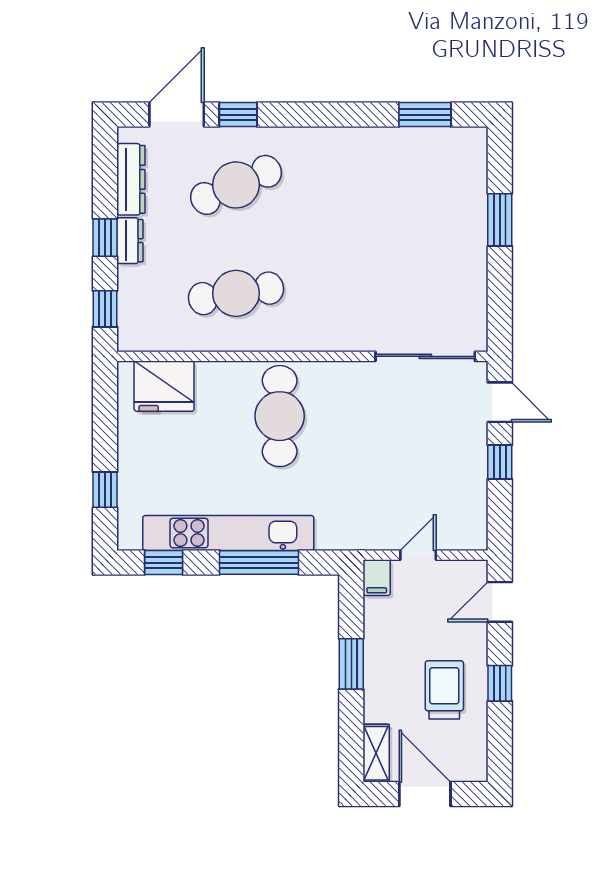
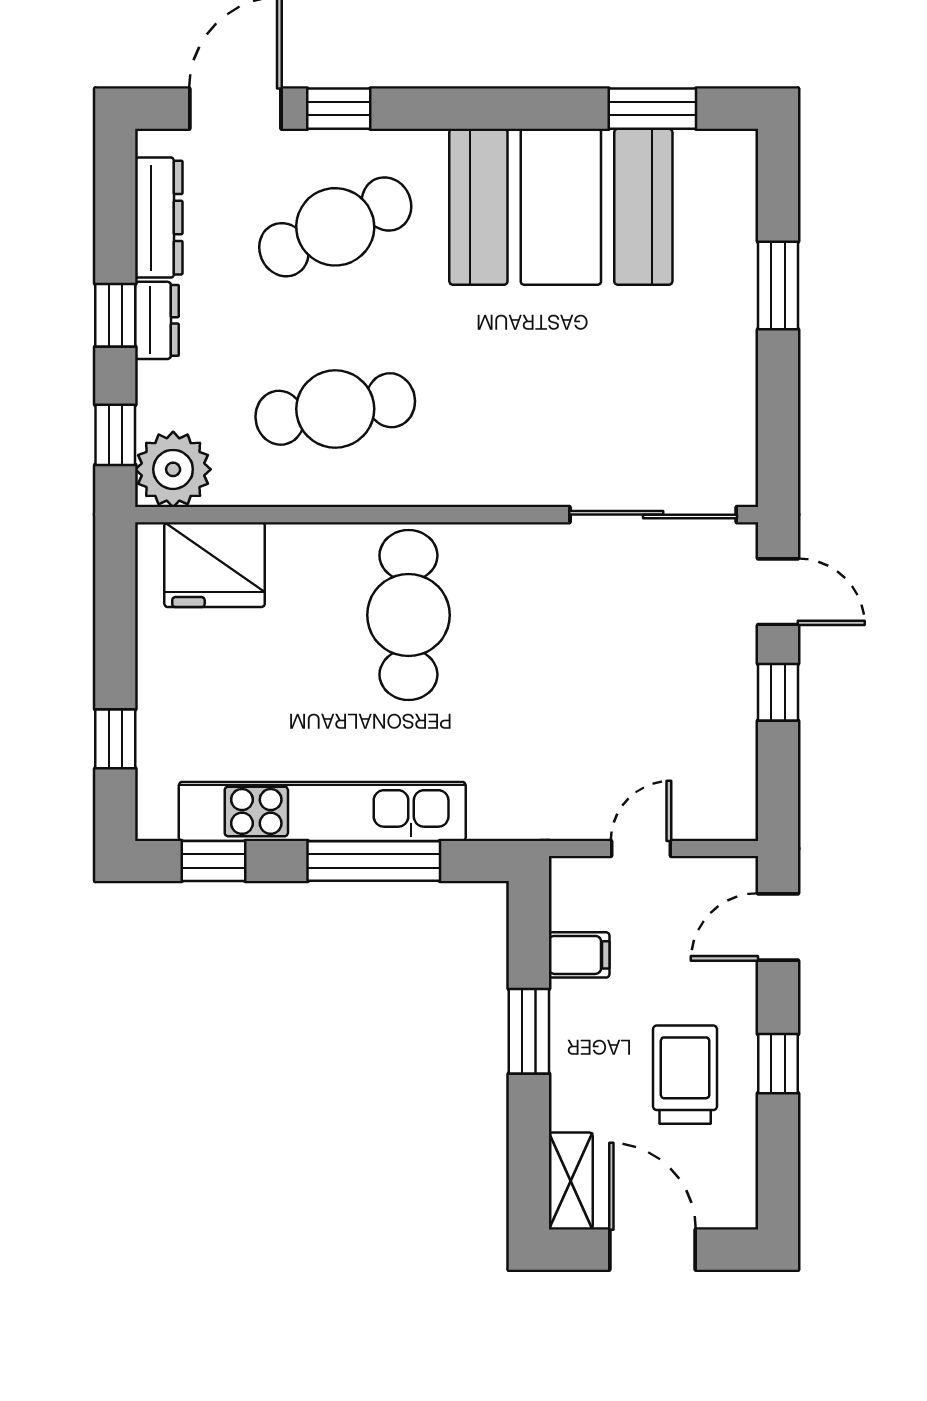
booth: (370, 173) -> (561, 207), added
plant: (139, 329) -> (173, 469), added
filing cabinet: (377, 578) -> (579, 955), moved, turned -90

